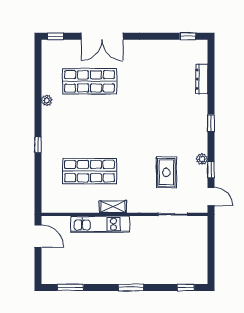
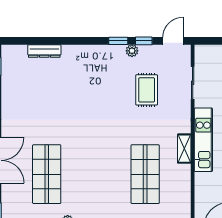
window: (211, 123) -> (118, 41), moved
rug: (166, 172) -> (147, 90), turned 90
kitchen unit: (100, 224) -> (203, 140), moved

